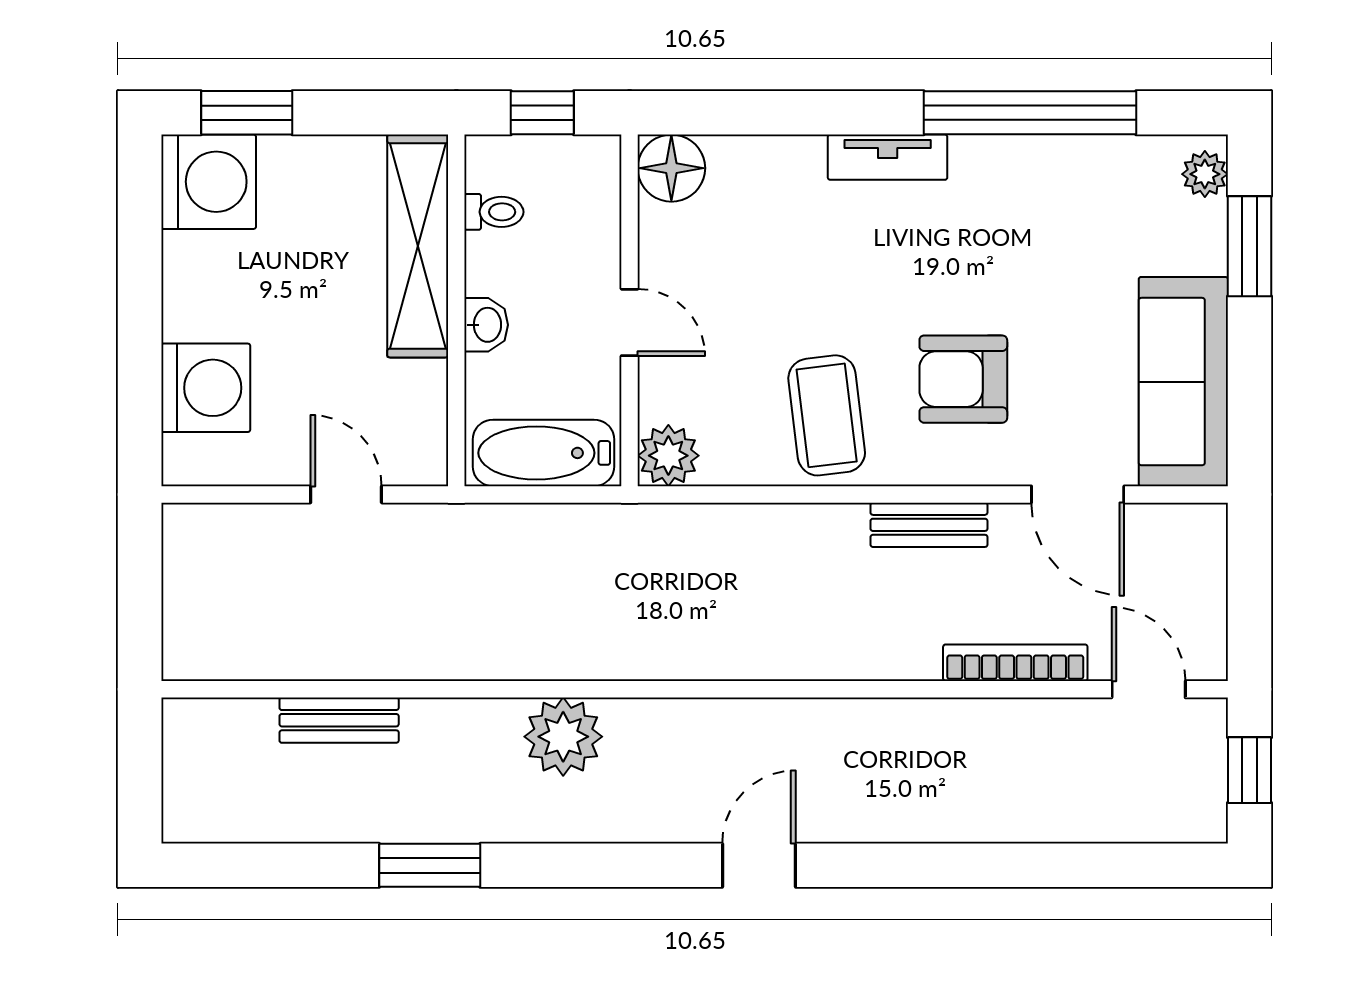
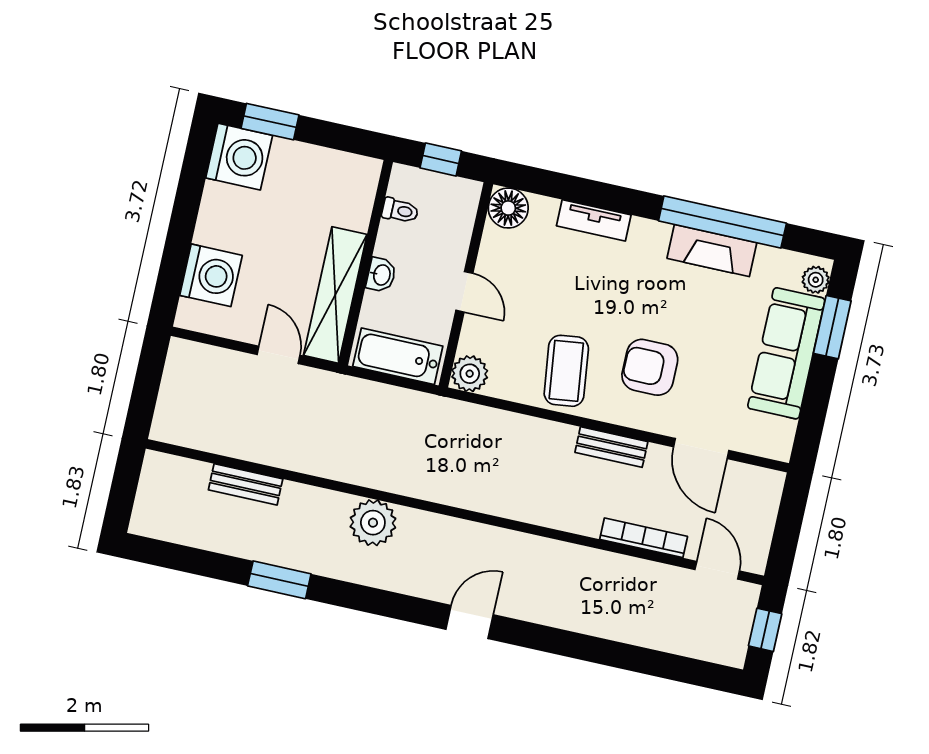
tv unit: (888, 157) -> (594, 220), moved
fireplace: (1023, 164) -> (712, 251), added
shelving: (418, 246) -> (335, 295), moved
sofa: (1183, 382) -> (786, 353), moved

